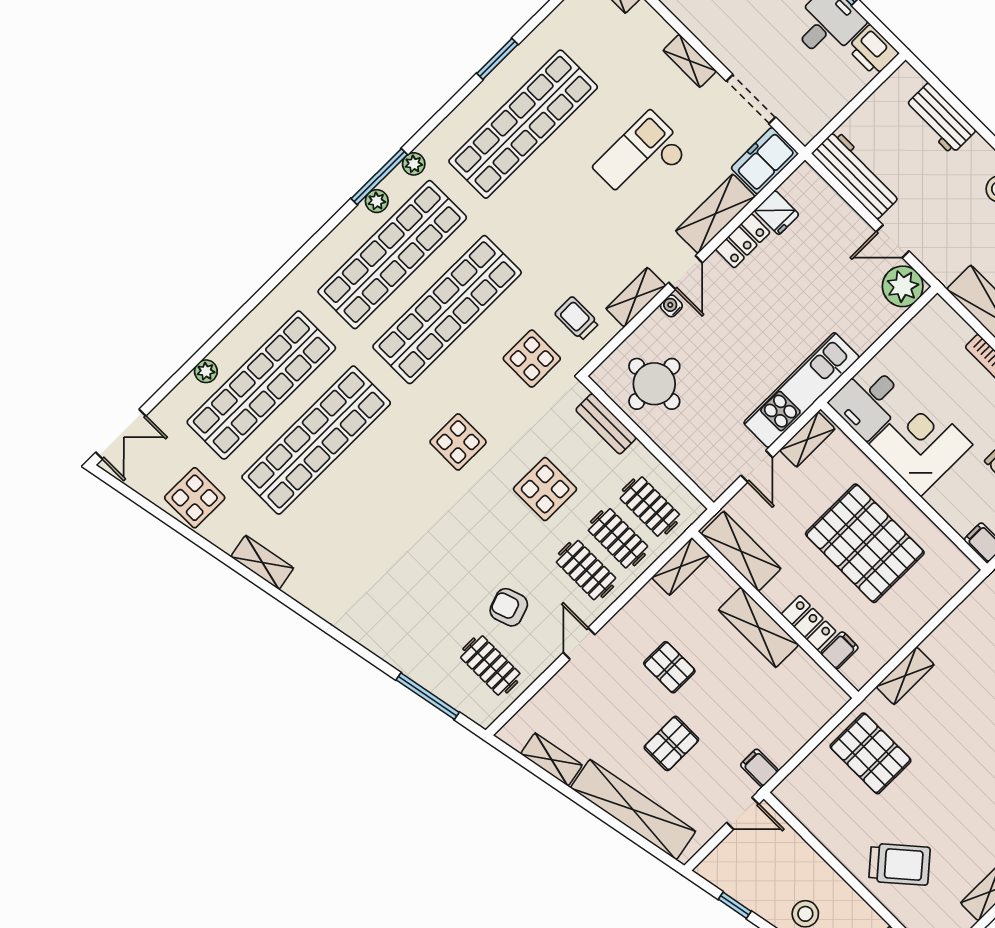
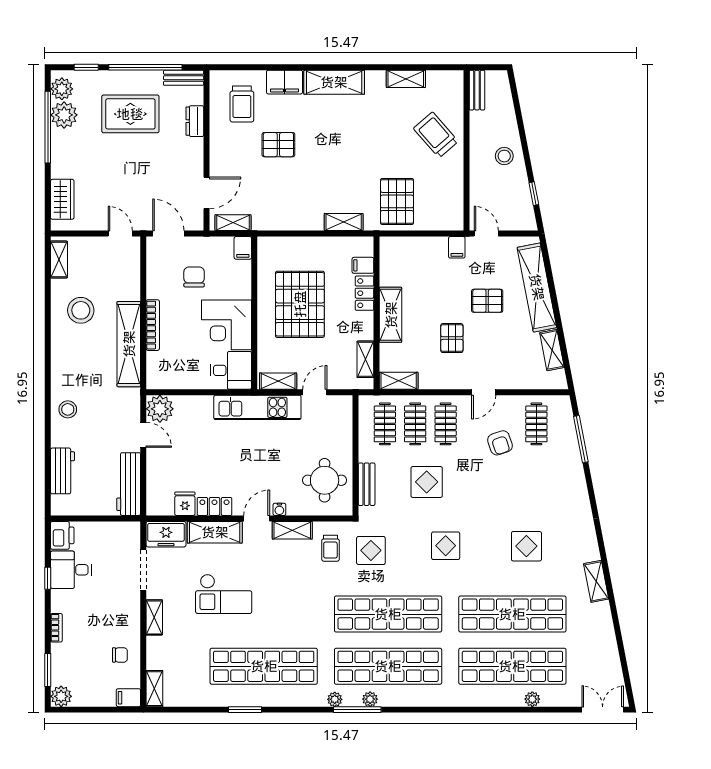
display table: (195, 498) -> (526, 546), moved
shelving: (741, 551) -> (365, 359), width x0.67, depth x0.75

